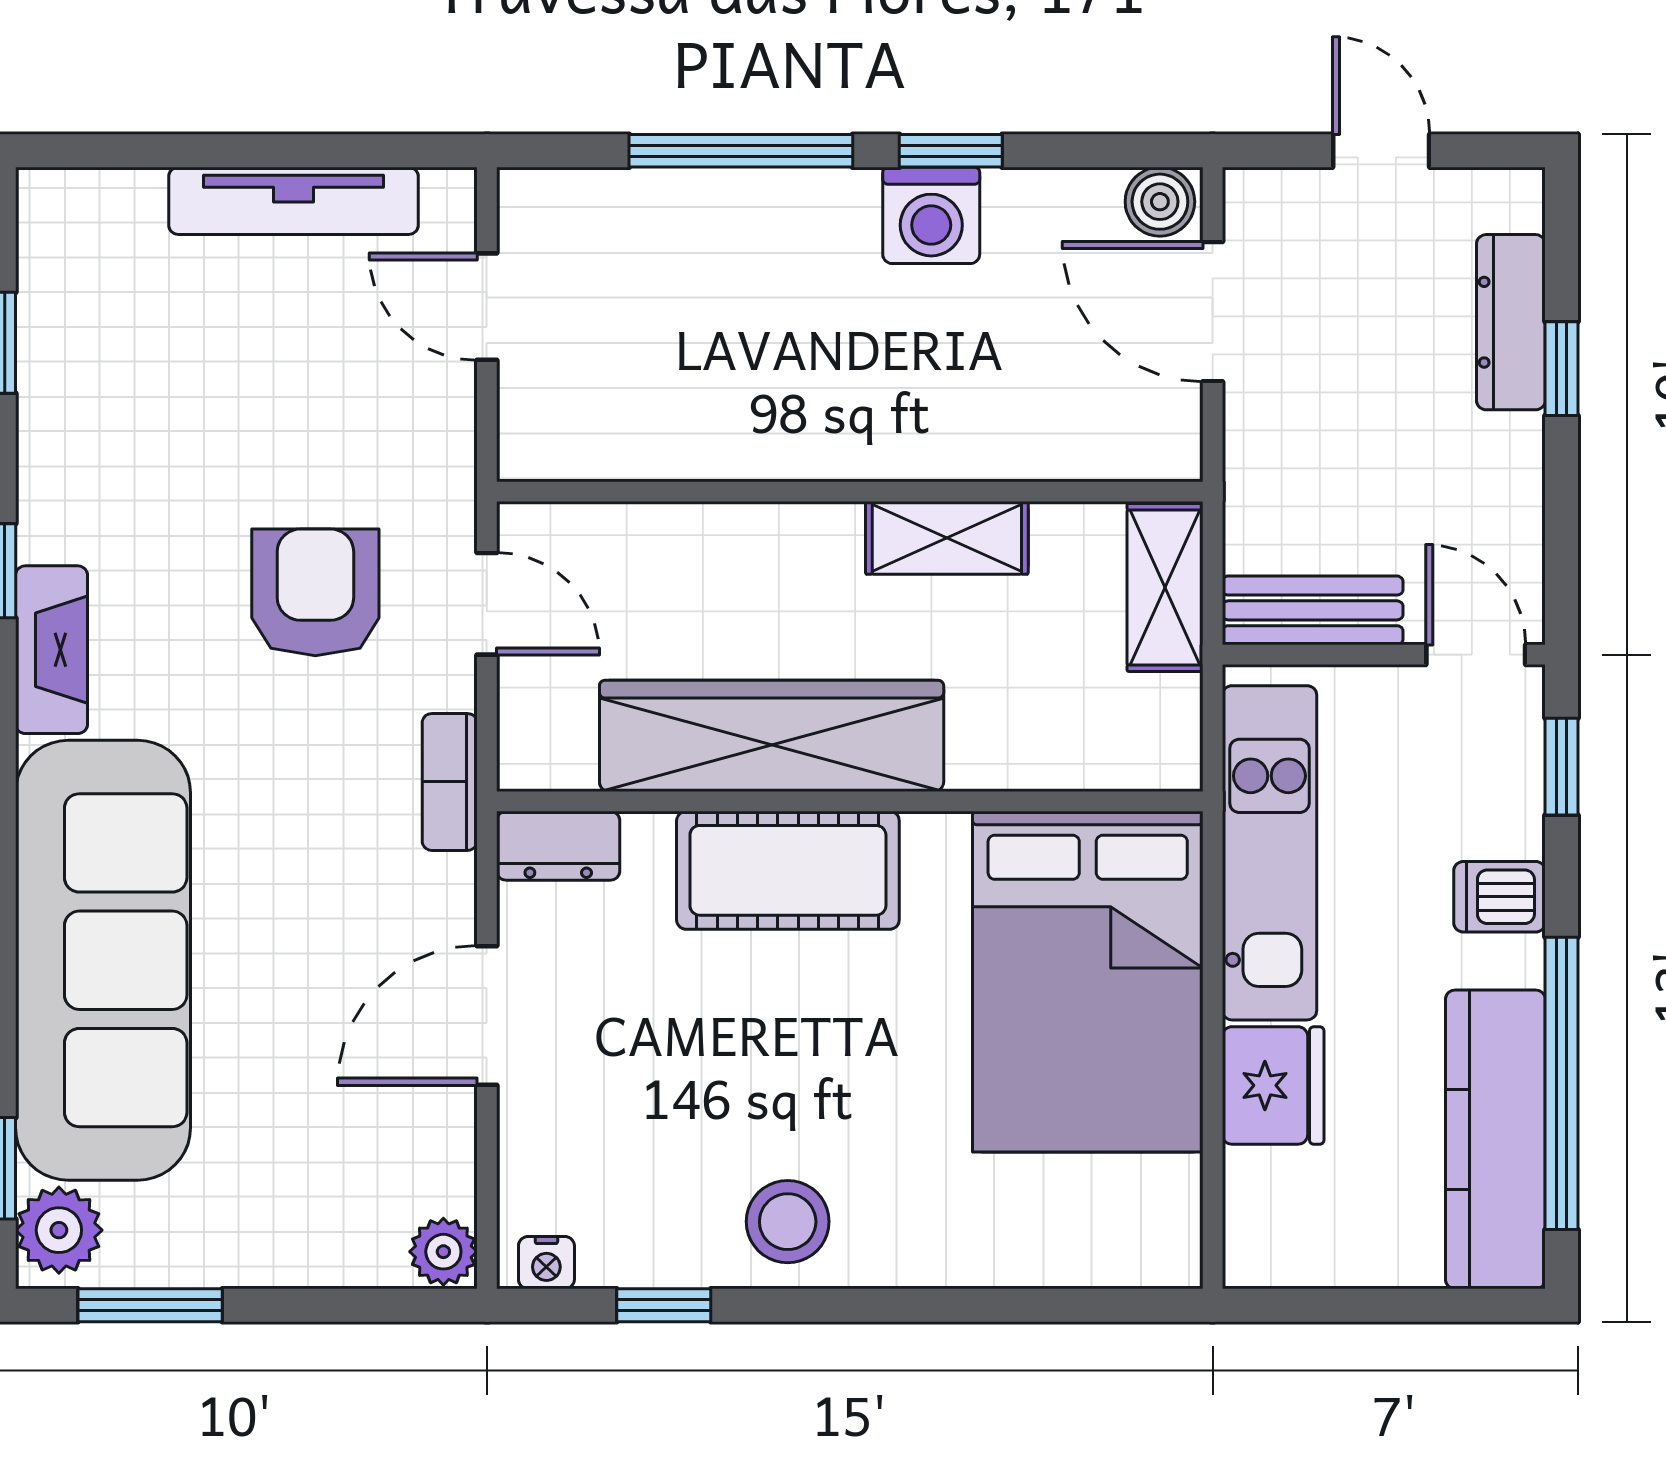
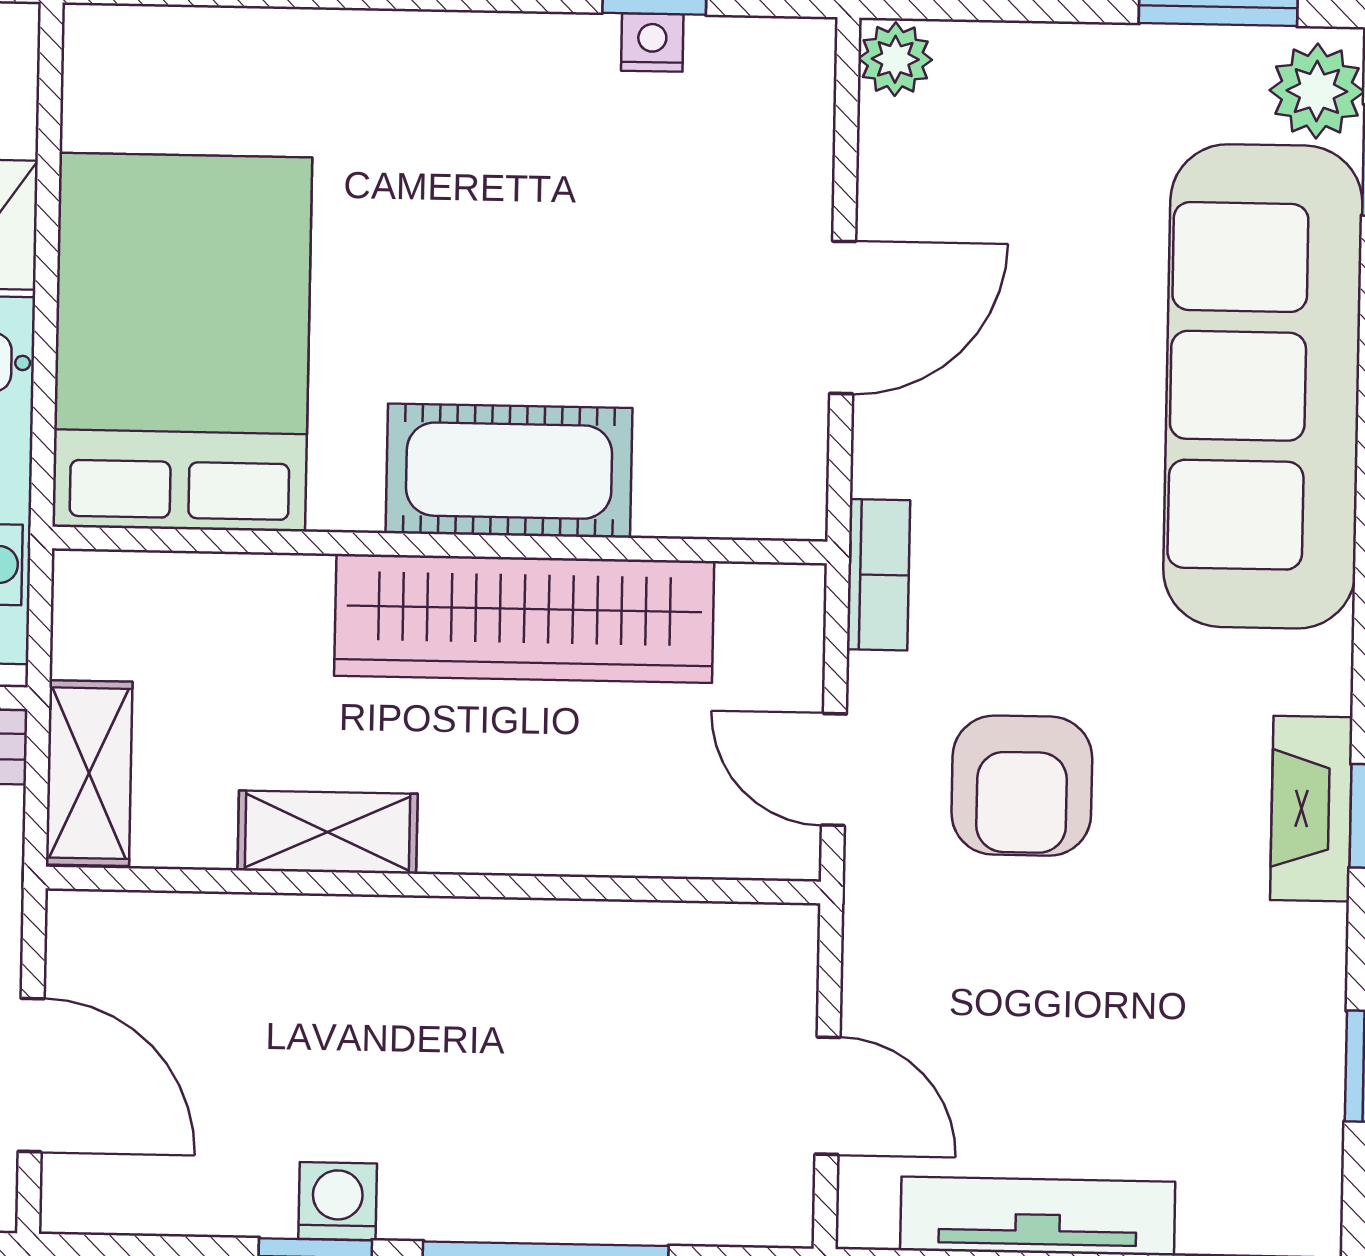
boiler: (1160, 202) -> (87, 1197), removed
washing machine: (931, 215) -> (338, 1201), width x0.73, depth x0.73
fireplace: (51, 650) -> (1311, 809), moved
dresser: (558, 846) -> (761, 502), removed
stool: (788, 1222) -> (517, 85), removed
nightstand: (546, 1263) -> (652, 42), moved

